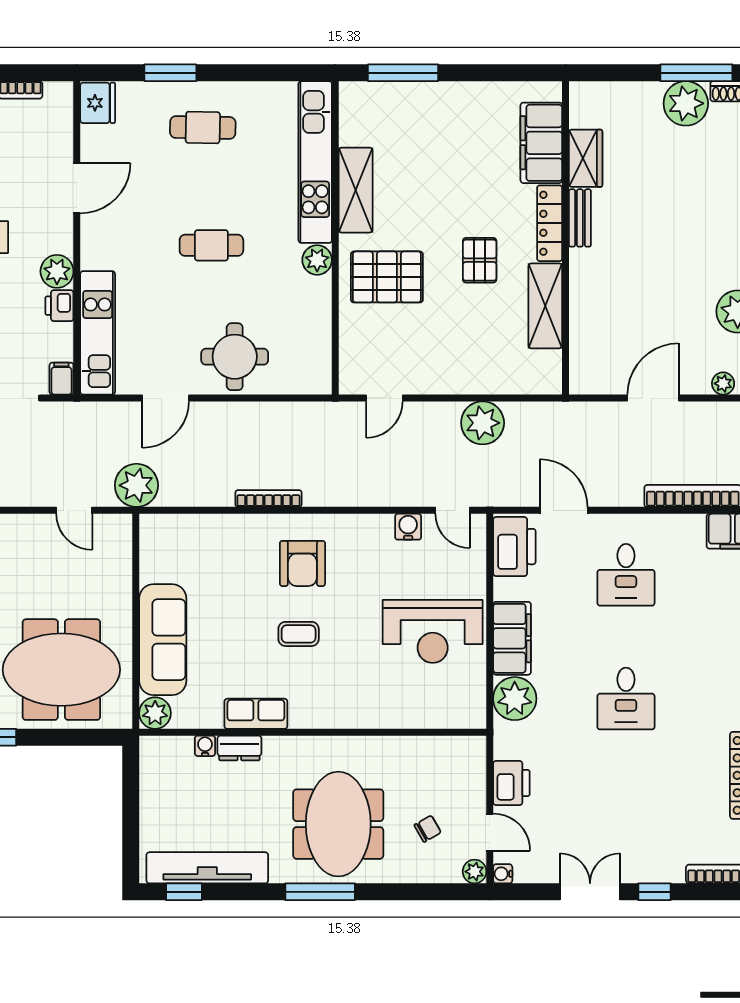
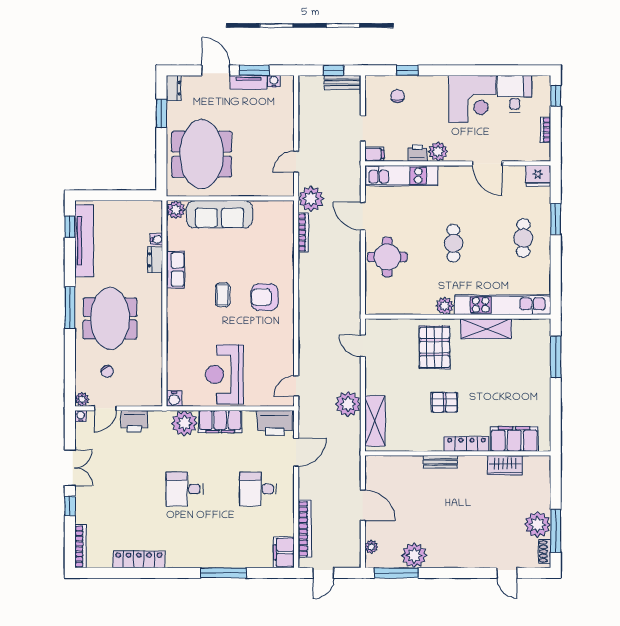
bench: (580, 218) -> (440, 462), moved
shelving: (545, 306) -> (375, 421), moved, turned 90
bookcase: (269, 499) -> (303, 232), moved
water cooler: (408, 527) -> (174, 399), moved, turned 90
meeting table: (338, 824) -> (110, 318), turned 90

